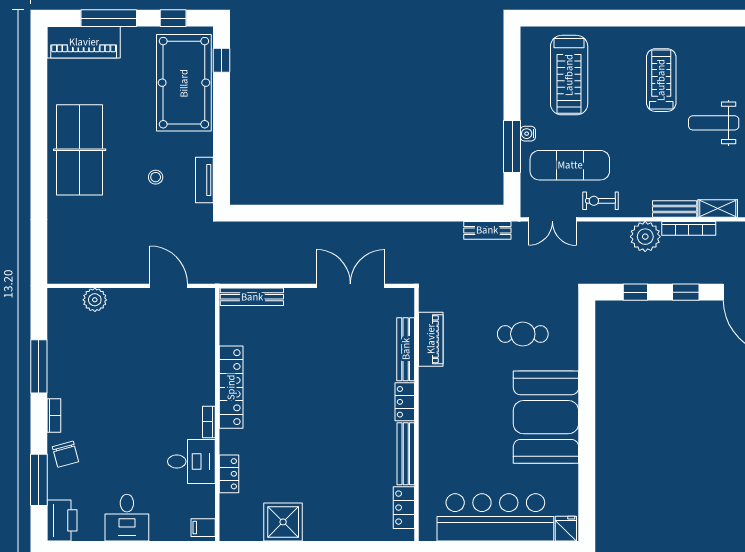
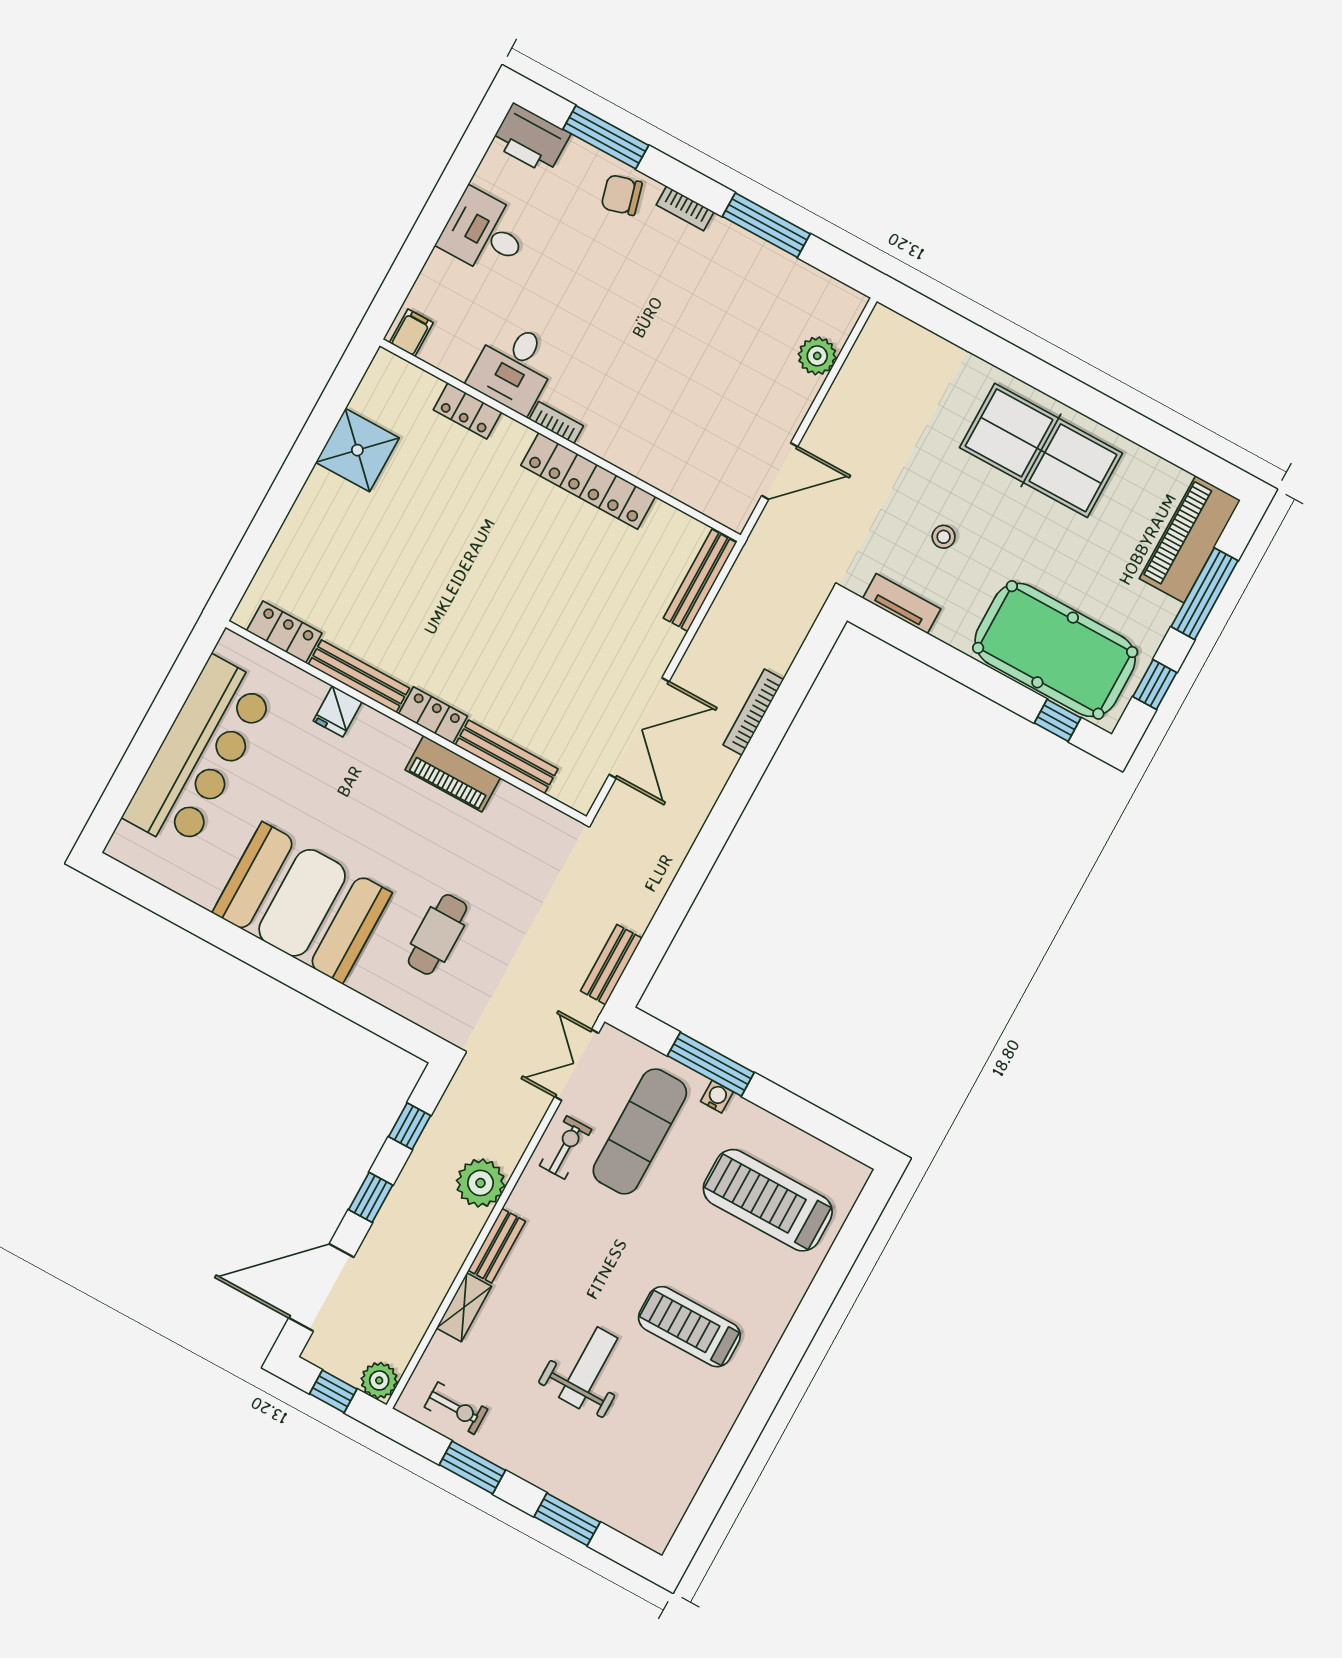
treadmill: (661, 80) -> (689, 1327), turned 180
bookcase: (689, 228) -> (753, 712), moved
piano: (431, 339) -> (453, 774), moved
fridge: (566, 529) -> (338, 711), moved, turned 90

